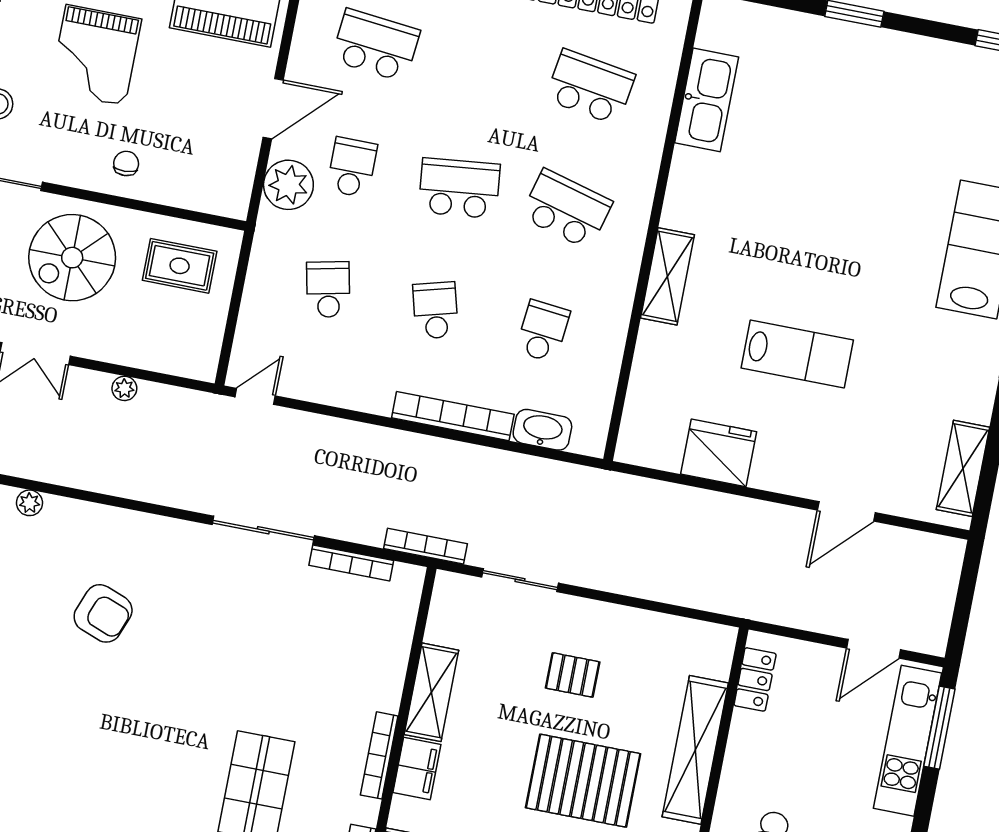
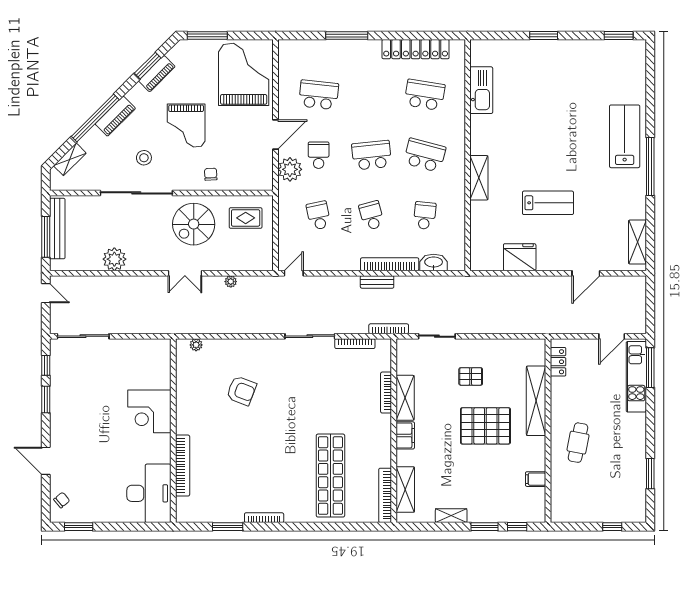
bench: (420, 447) -> (377, 282), added
bookcase: (379, 755) -> (386, 393), moved

